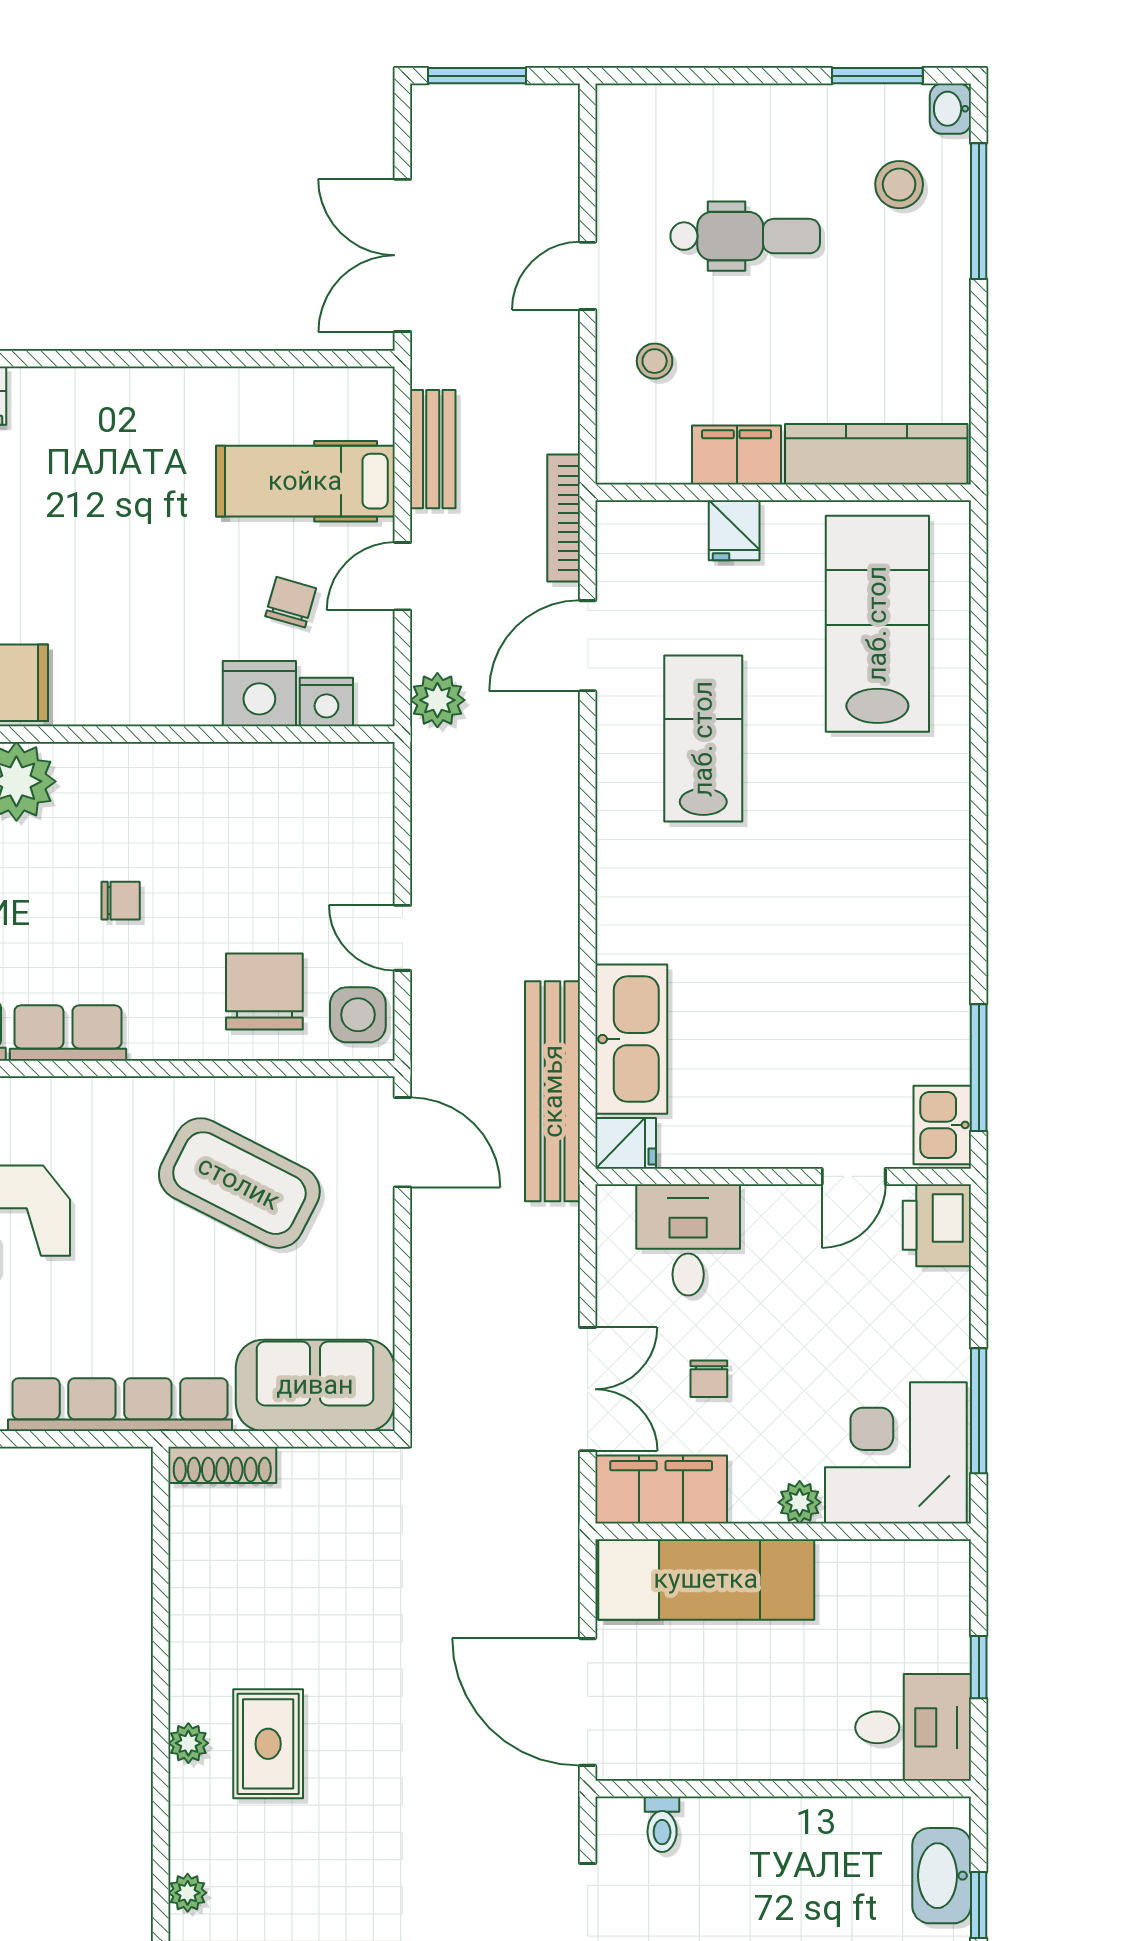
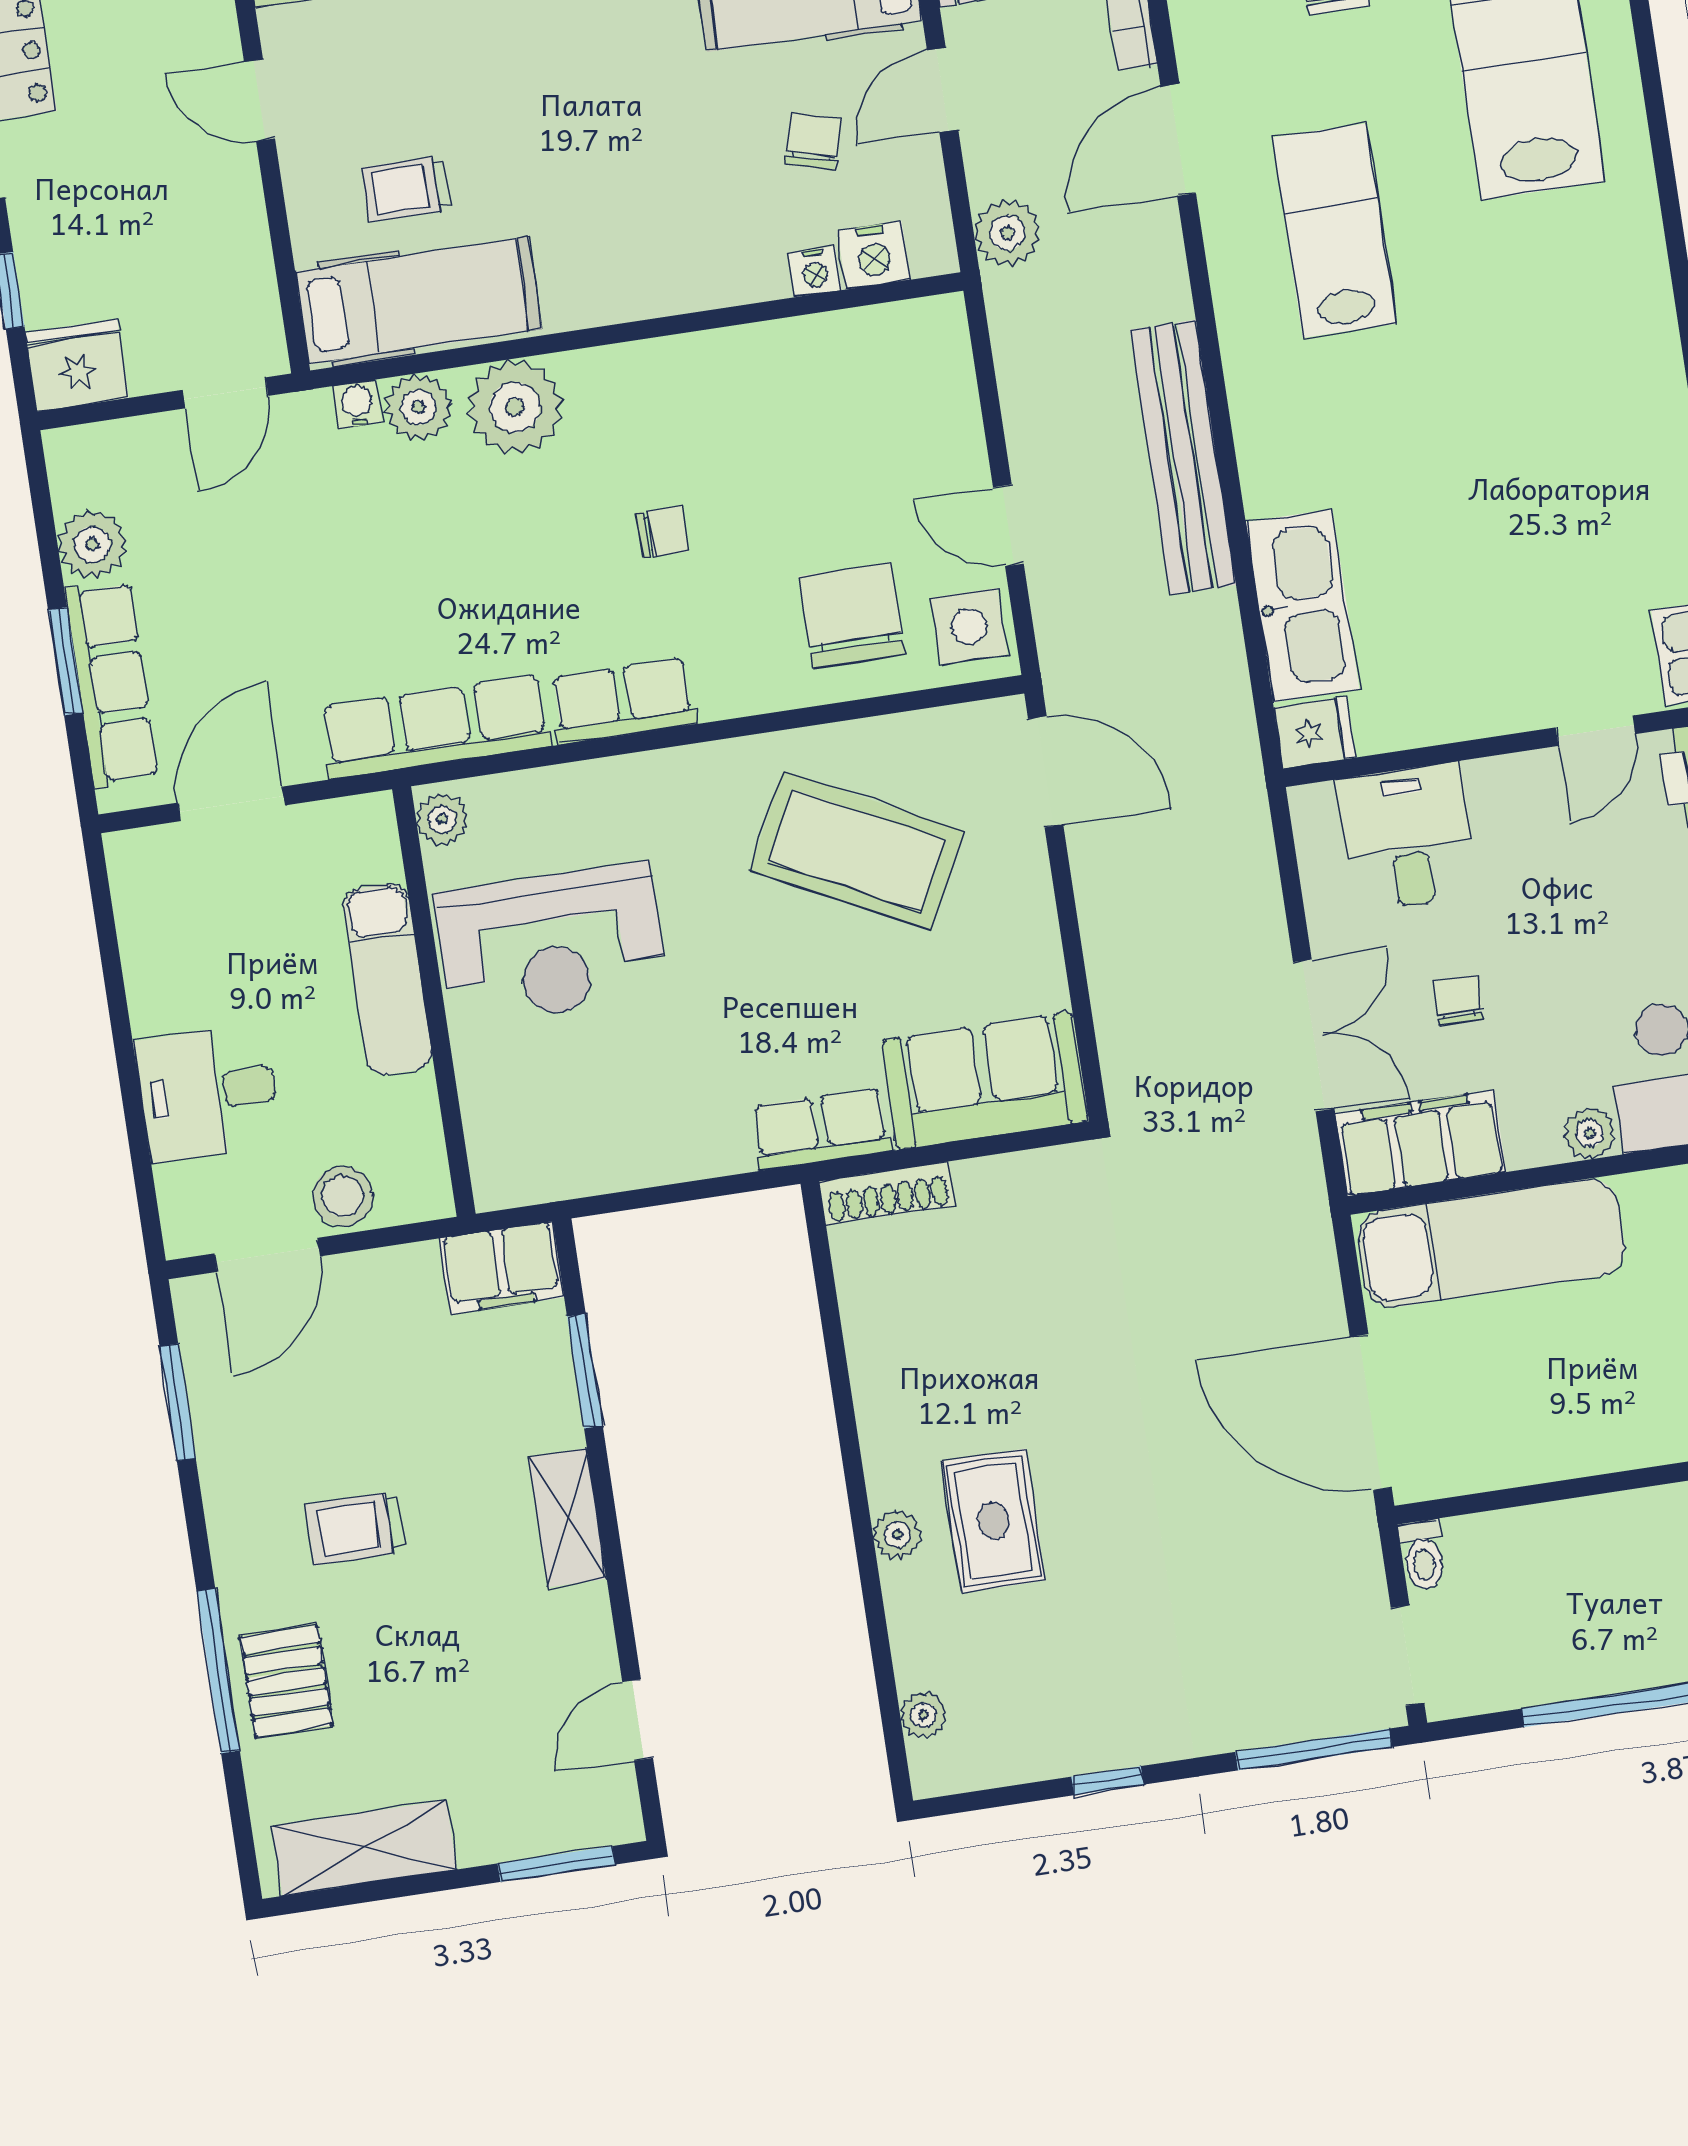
nightstand: (259, 694) -> (815, 272), width x0.53, depth x0.56
bench: (553, 1091) -> (1183, 457), moved
chair: (709, 1379) -> (1458, 1001), turned 180
row of seats: (120, 1405) -> (821, 1129), width x0.50
toilet: (662, 1824) -> (1423, 1555), moved

